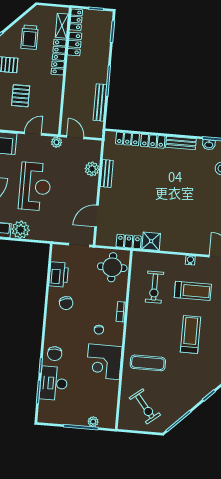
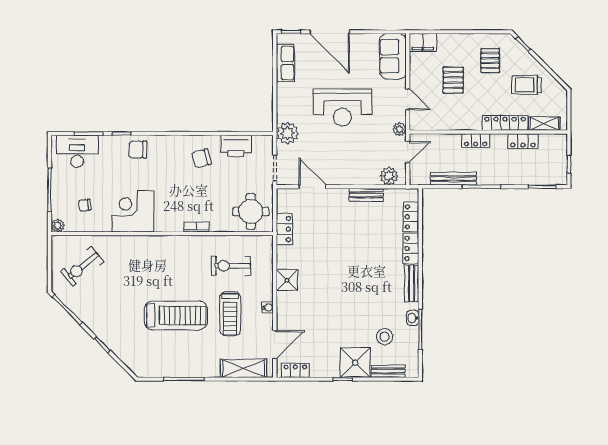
locker: (76, 20) -> (476, 141), moved
pallet: (21, 96) -> (453, 80), turned 90
plant: (92, 169) -> (389, 176), moved
plant: (21, 230) -> (287, 133), moved
shower: (151, 241) -> (287, 280), moved
chair: (99, 330) -> (85, 205), moved
treadmill: (190, 335) -> (176, 315), width x1.37, depth x1.38
exercise mat: (148, 363) -> (136, 266), removed
desk: (54, 383) -> (77, 151), moved
plant: (93, 422) -> (58, 225), moved

